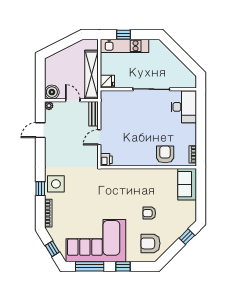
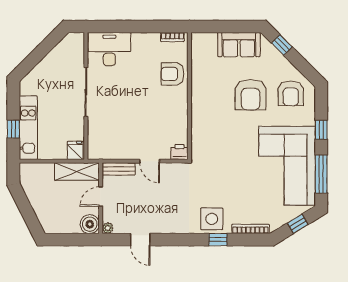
shelving: (92, 75) -> (77, 172), width x0.68
sofa: (187, 184) -> (239, 45), moved
armchair: (149, 213) -> (251, 95), width x1.88, depth x1.88

